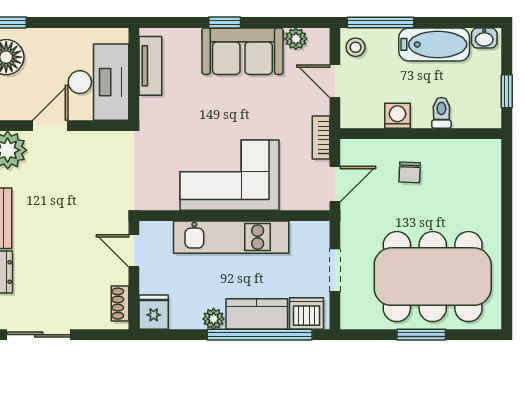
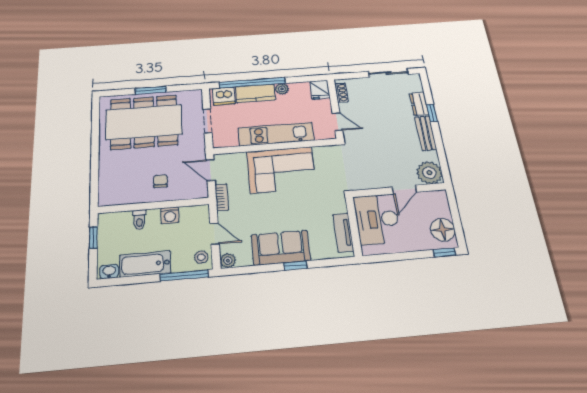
plant: (296, 39) -> (228, 261), moved
door: (335, 184) -> (210, 170), hinge flipped

